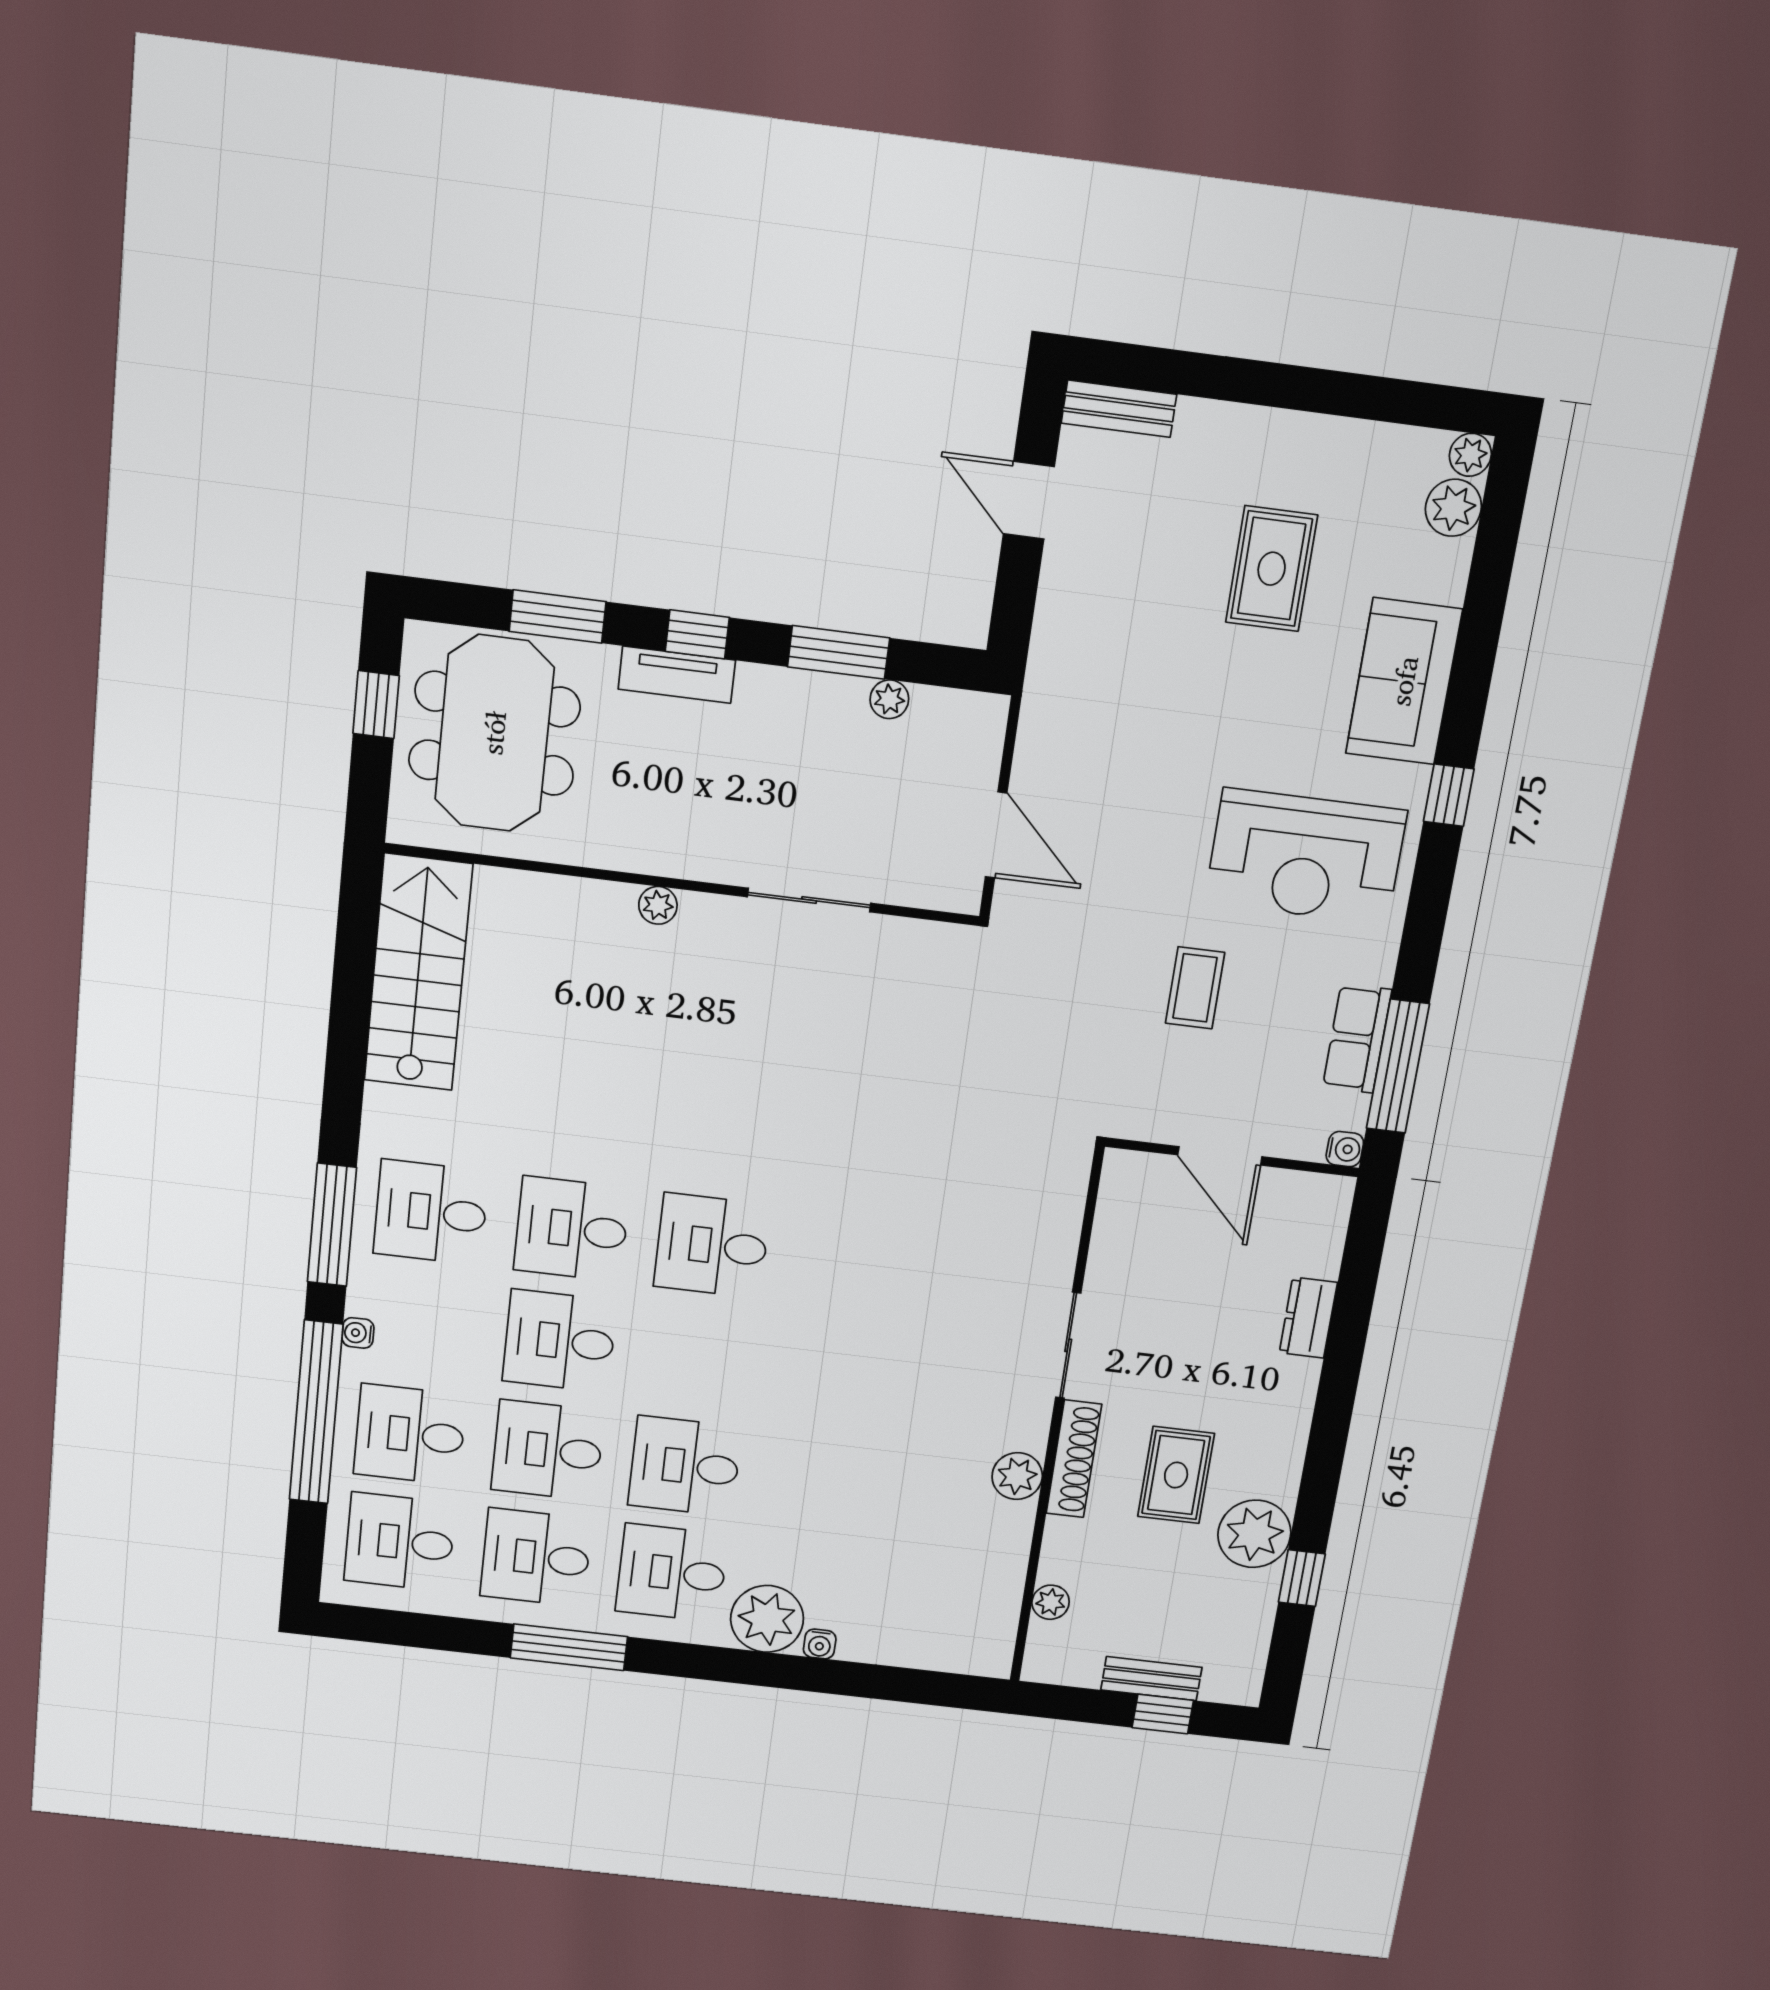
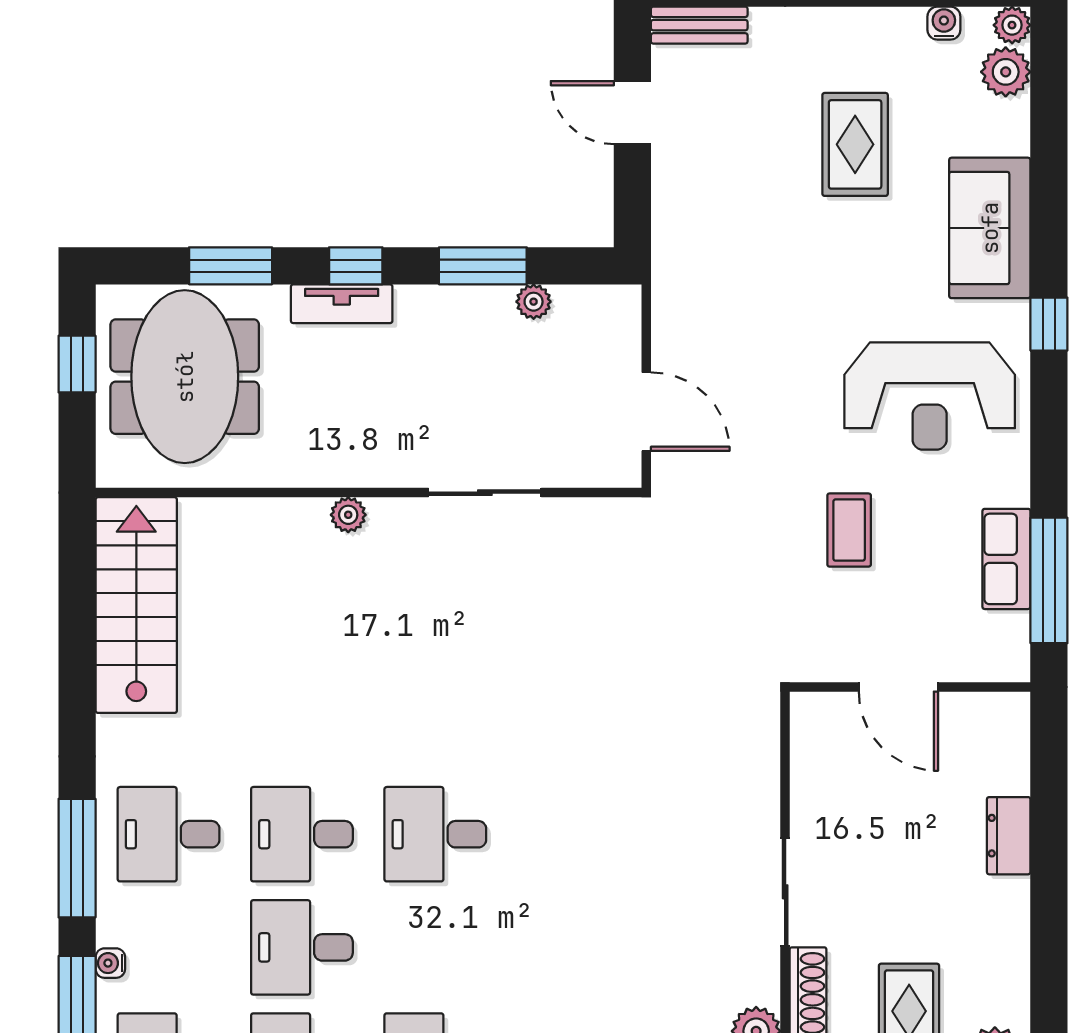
water cooler: (1345, 1149) -> (944, 23), moved, turned -90

